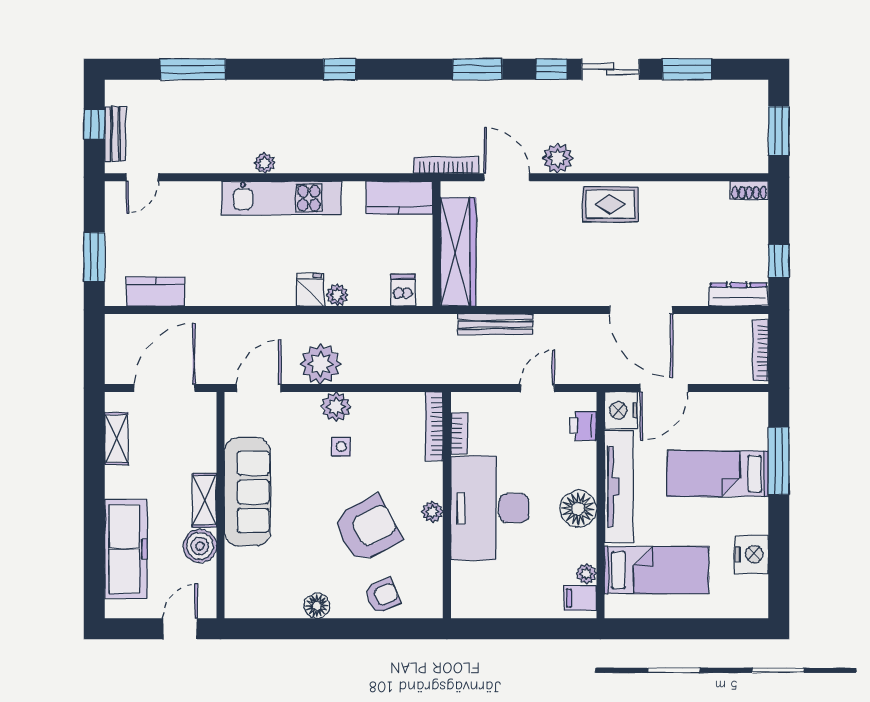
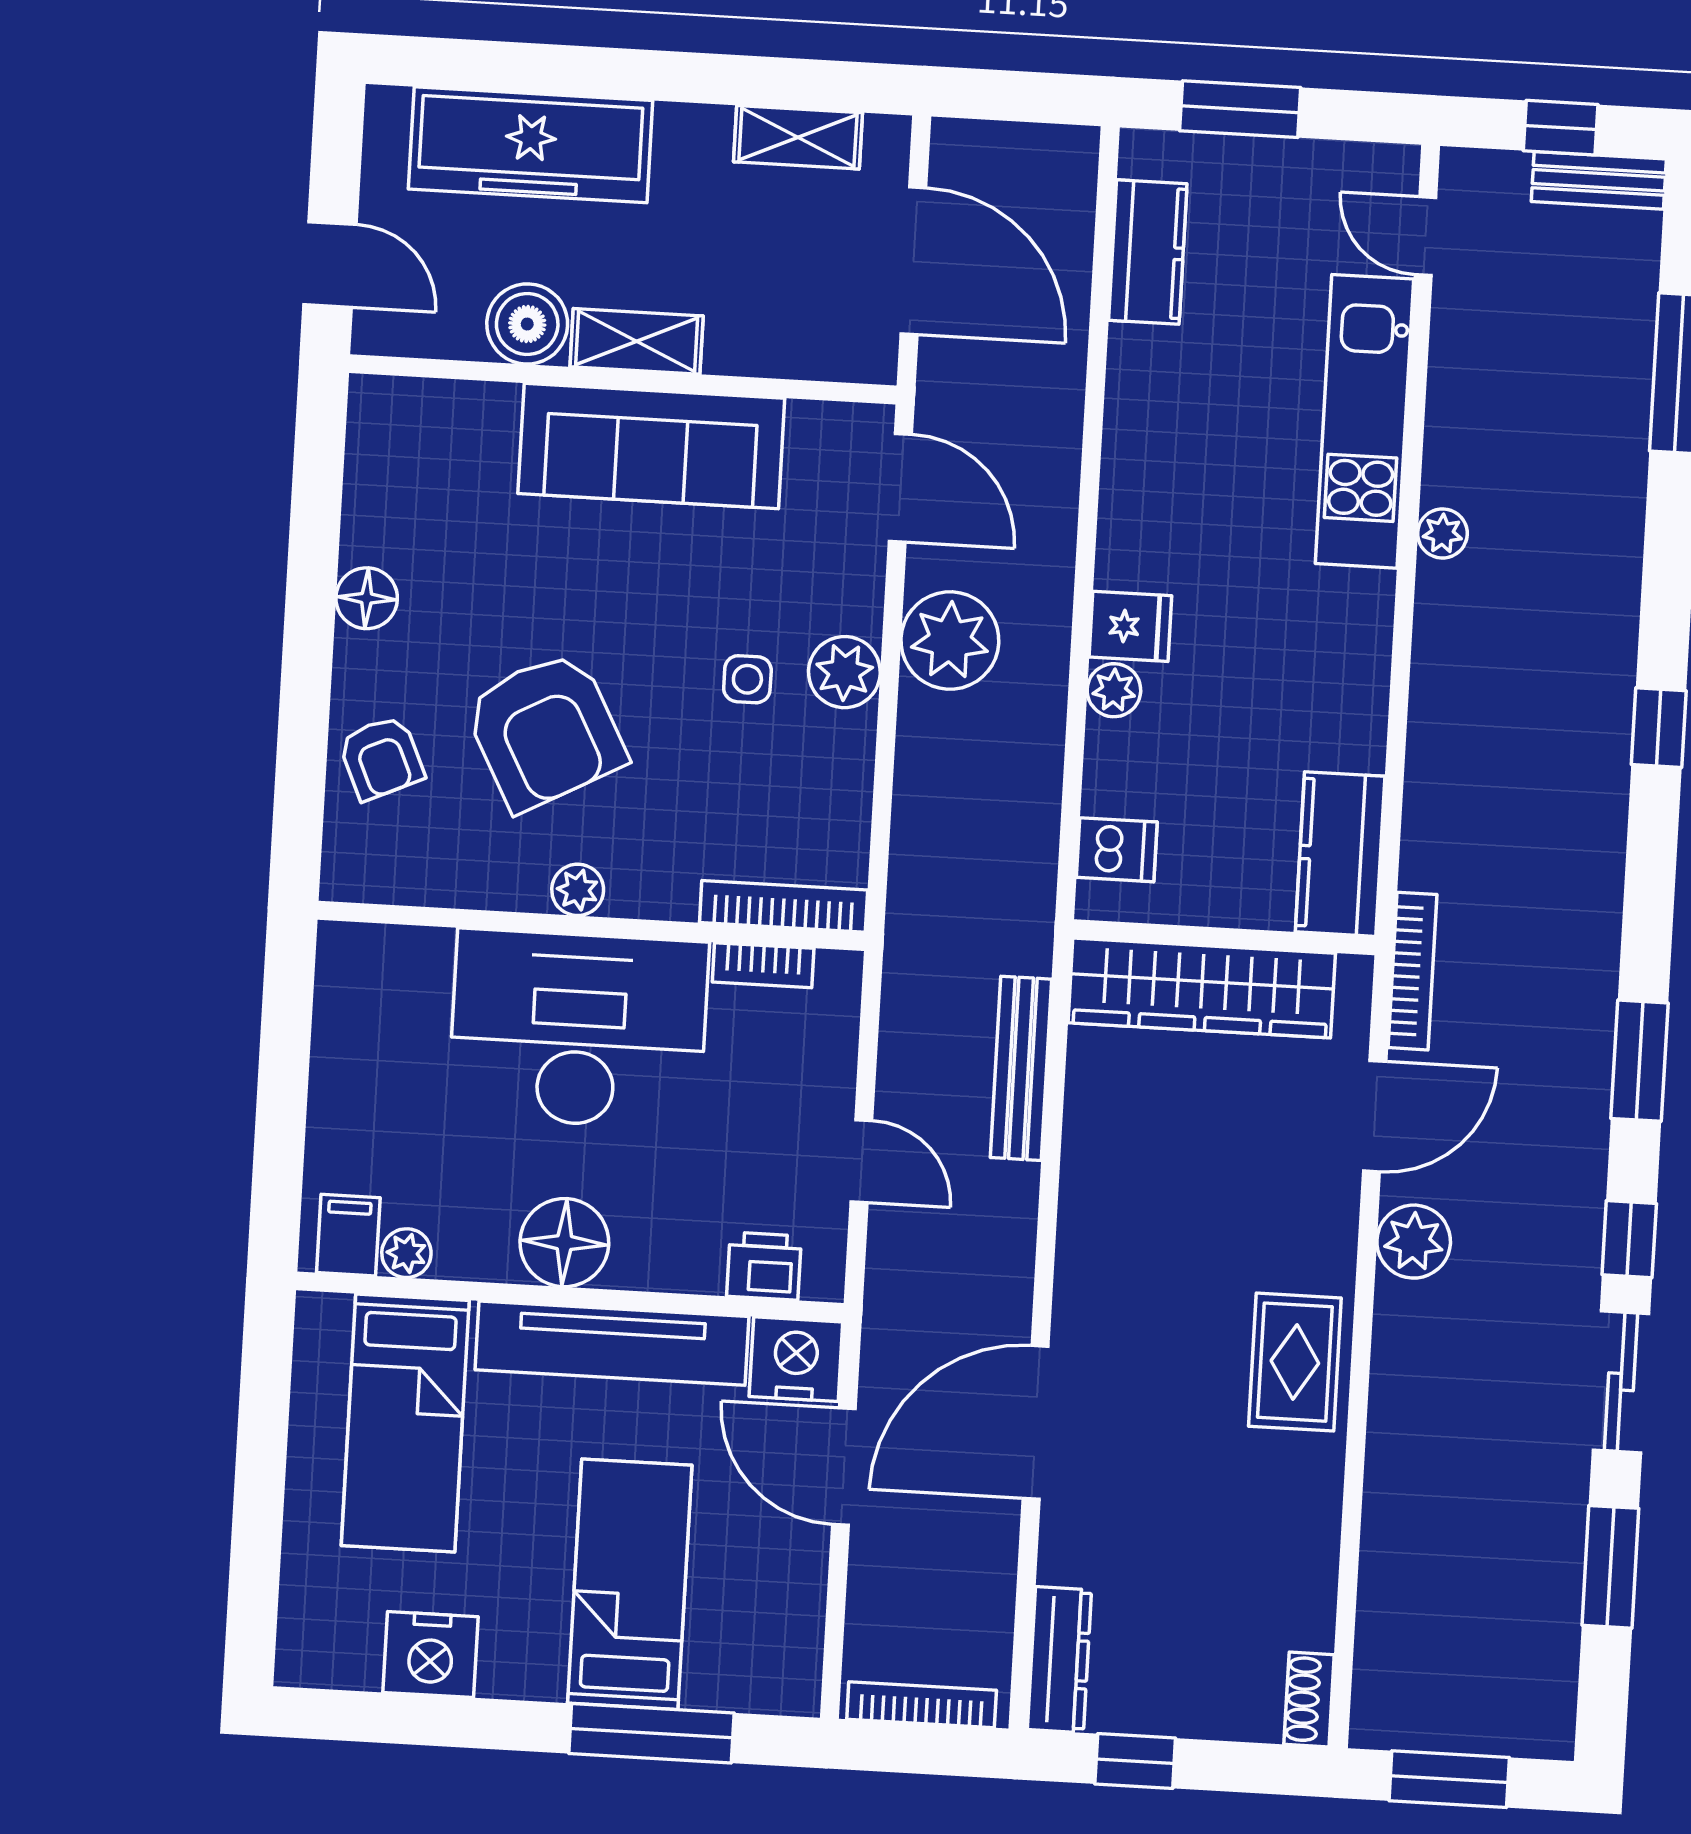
bench: (115, 134) -> (1599, 180), moved
kitchen unit: (281, 198) -> (1364, 421), moved

